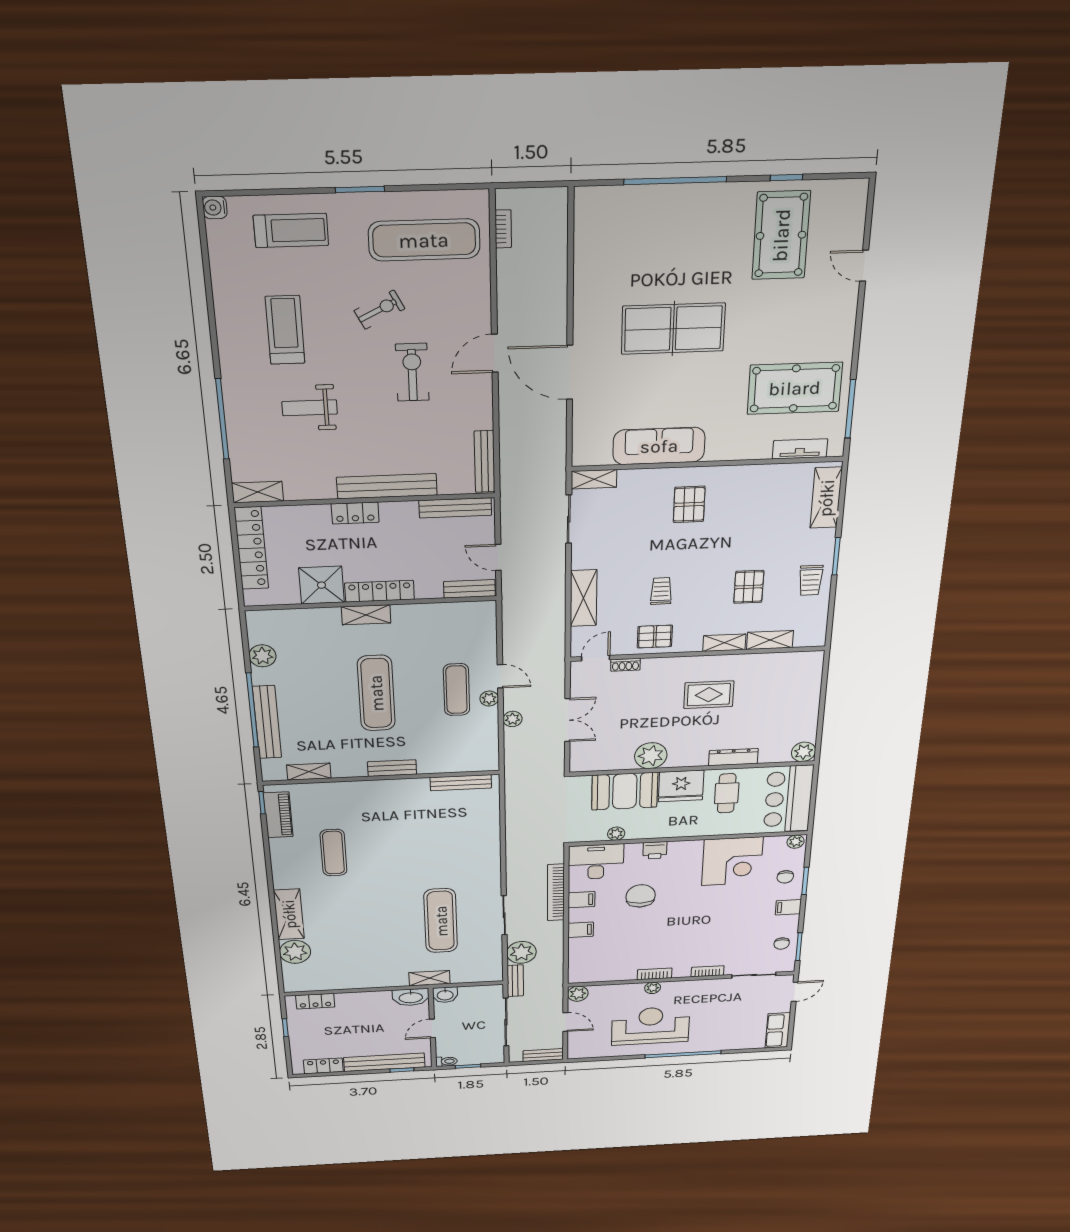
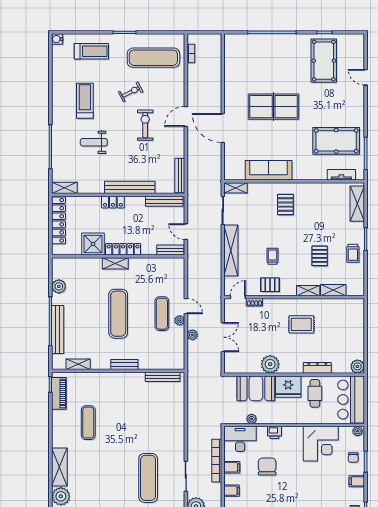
shelving: (583, 598) -> (231, 250), width x1.47

